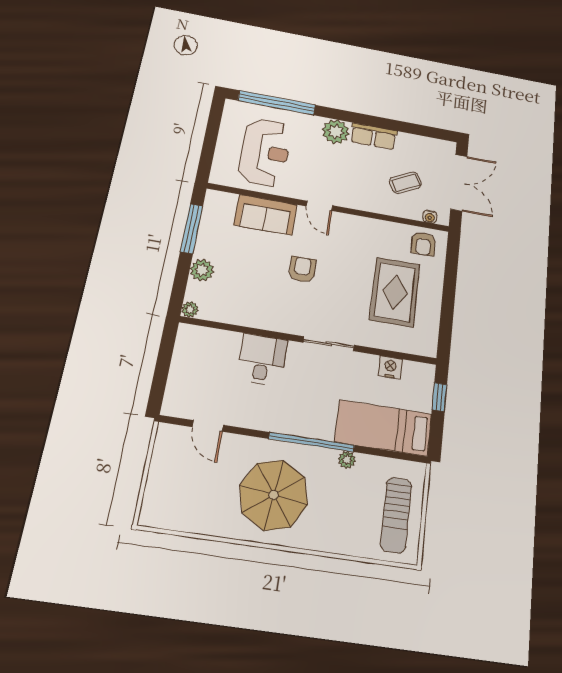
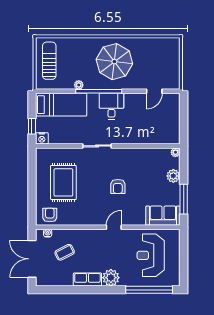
door: (320, 206) -> (114, 227), hinge flipped
sofa: (266, 215) -> (163, 216), moved
desk: (262, 360) -> (111, 106), moved, turned 180
nightstand: (390, 367) -> (42, 138), moved
door: (208, 426) -> (154, 91), swing flipped

